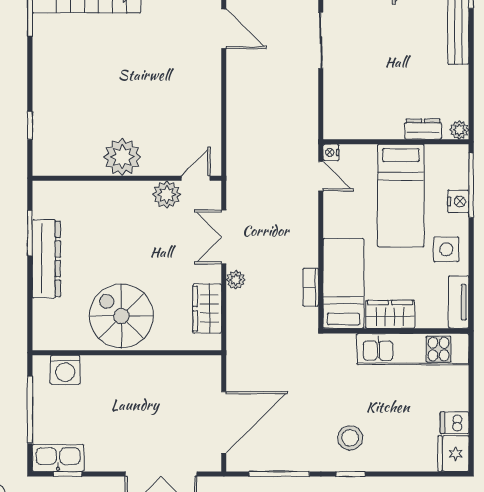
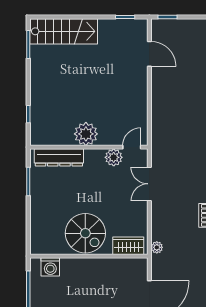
dresser: (46, 259) -> (59, 157), moved, turned 90
plant: (236, 280) -> (157, 247), moved
wardrobe: (207, 309) -> (128, 246), moved, turned 90
spiral stairs: (121, 316) -> (85, 233), turned 180

